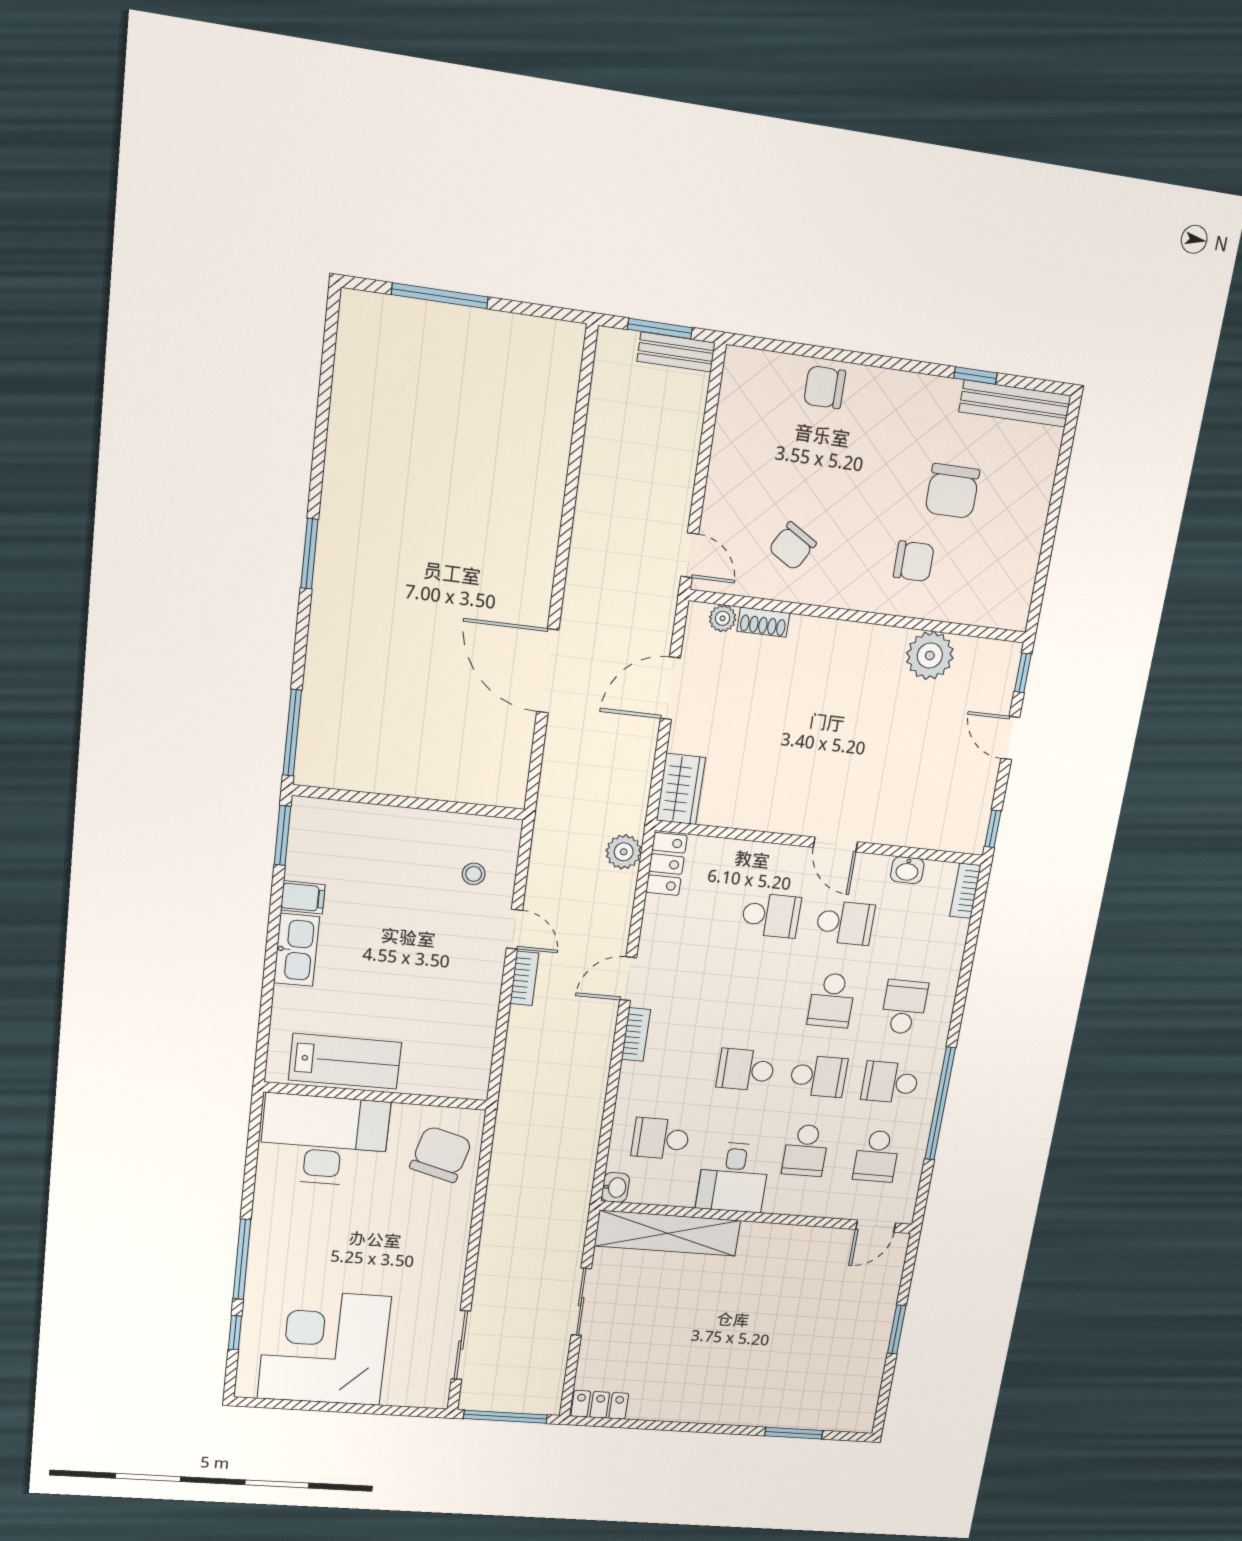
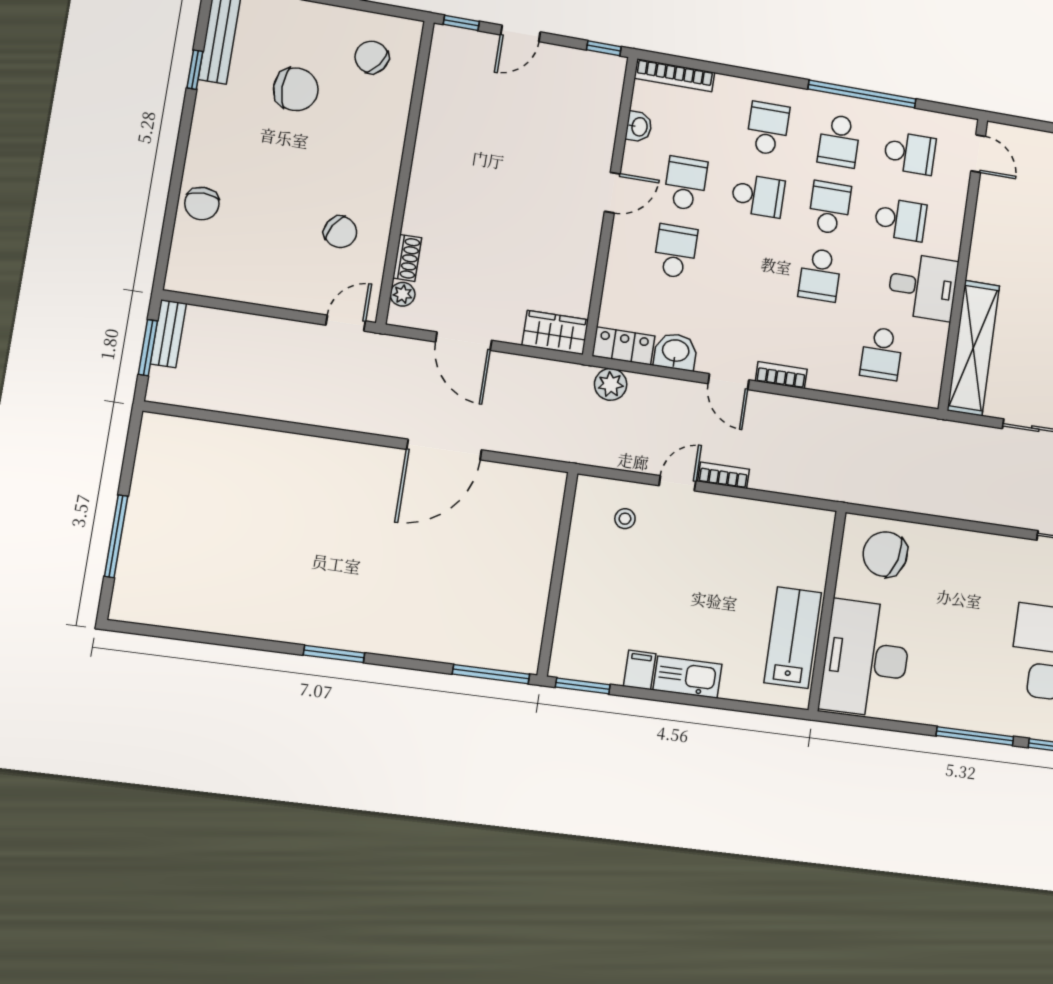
chair: (914, 561) -> (372, 57), moved, turned -54
plant: (930, 655) -> (442, 108), removed
bookcase: (965, 891) -> (675, 75), width x1.56
school desk: (904, 1007) -> (768, 129), turned 90
washbasin: (615, 1187) -> (676, 352), moved, width x1.38, depth x1.45

